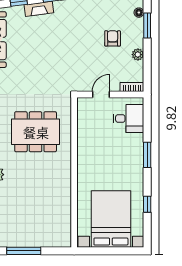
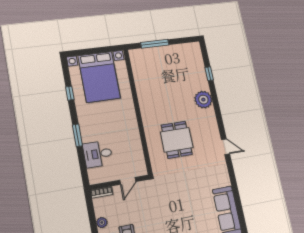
desk: (128, 118) -> (98, 154), moved
dining table: (36, 132) -> (177, 140), width x0.73
window: (24, 251) -> (155, 44), moved

